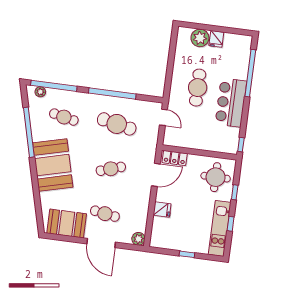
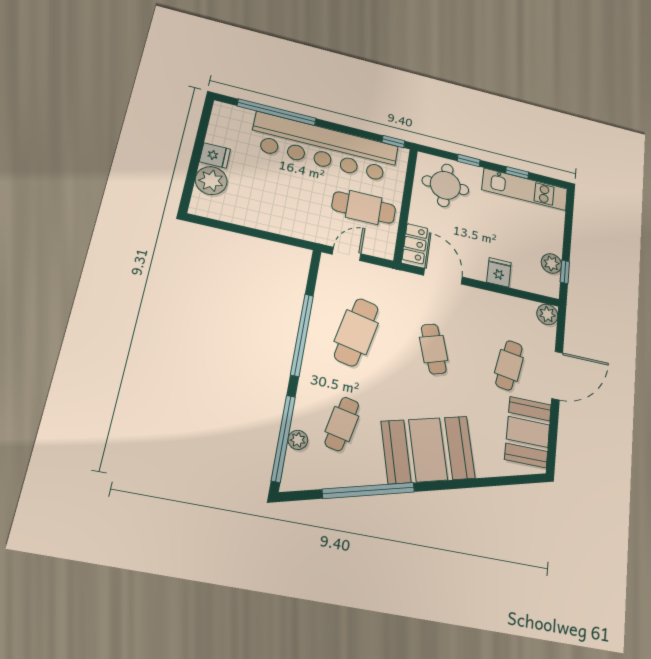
cafe table: (198, 88) -> (364, 208), moved
plant: (40, 92) -> (298, 440), moved
bar counter: (231, 103) -> (325, 147), width x1.86
plant: (172, 243) -> (551, 263), added
window: (187, 254) -> (565, 272), moved

